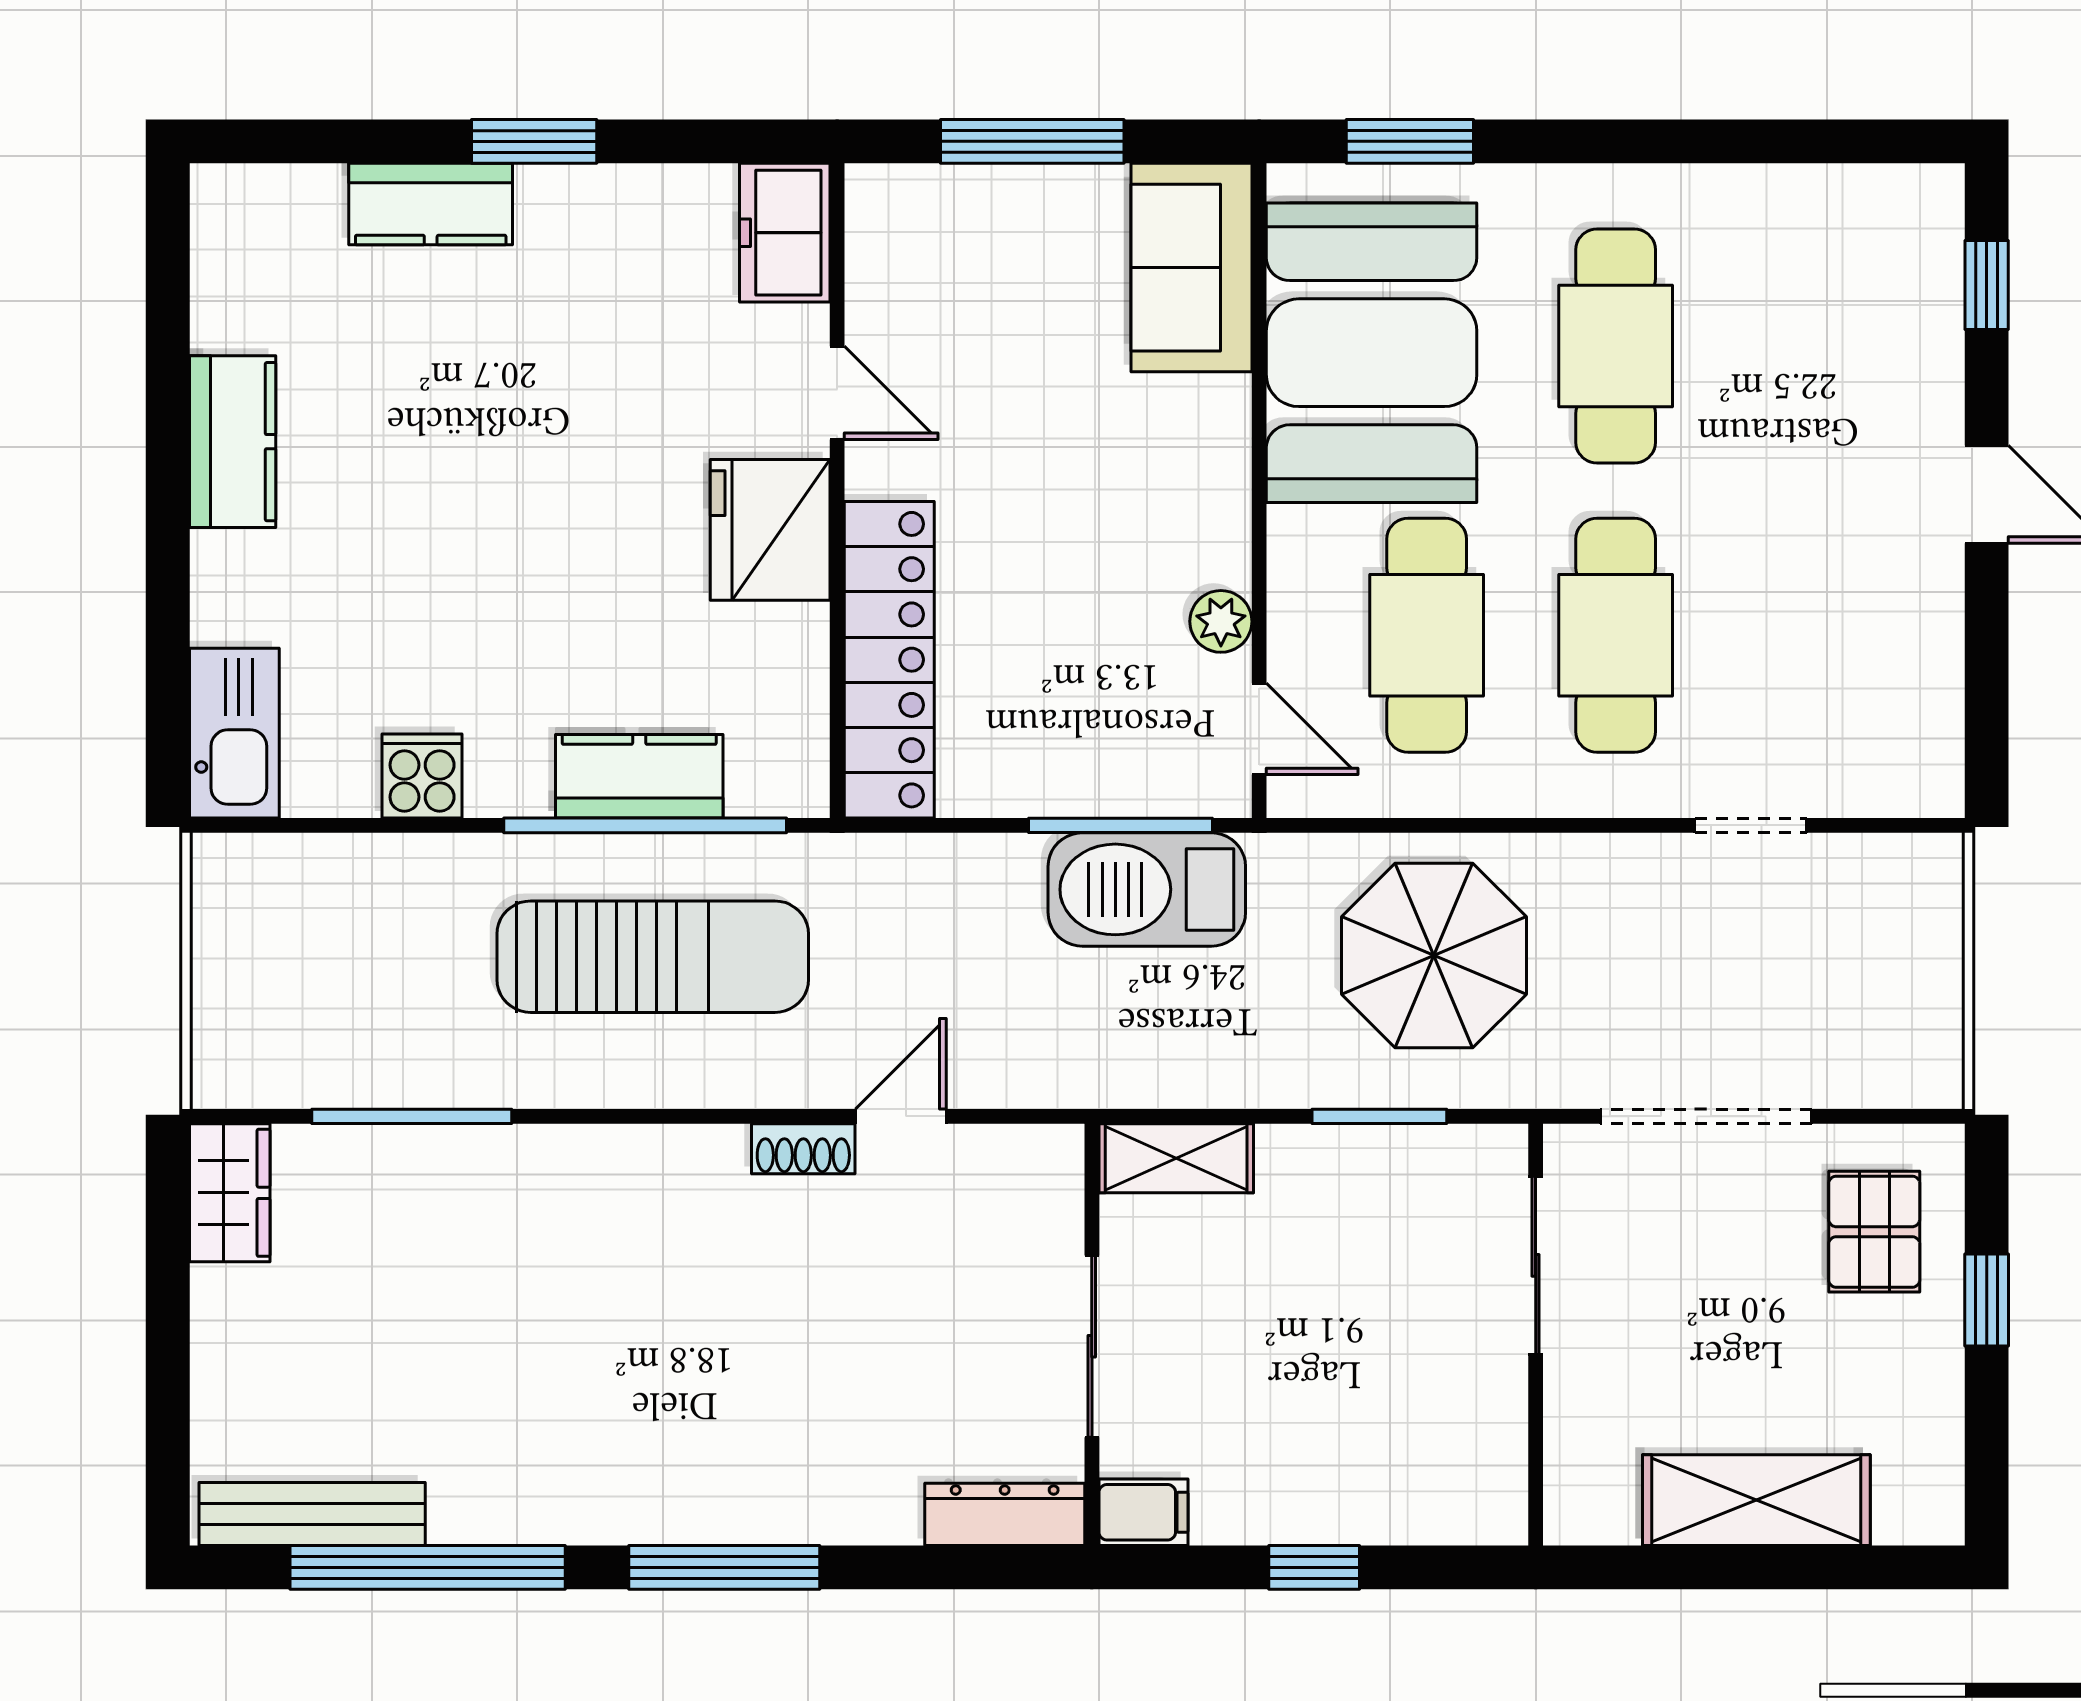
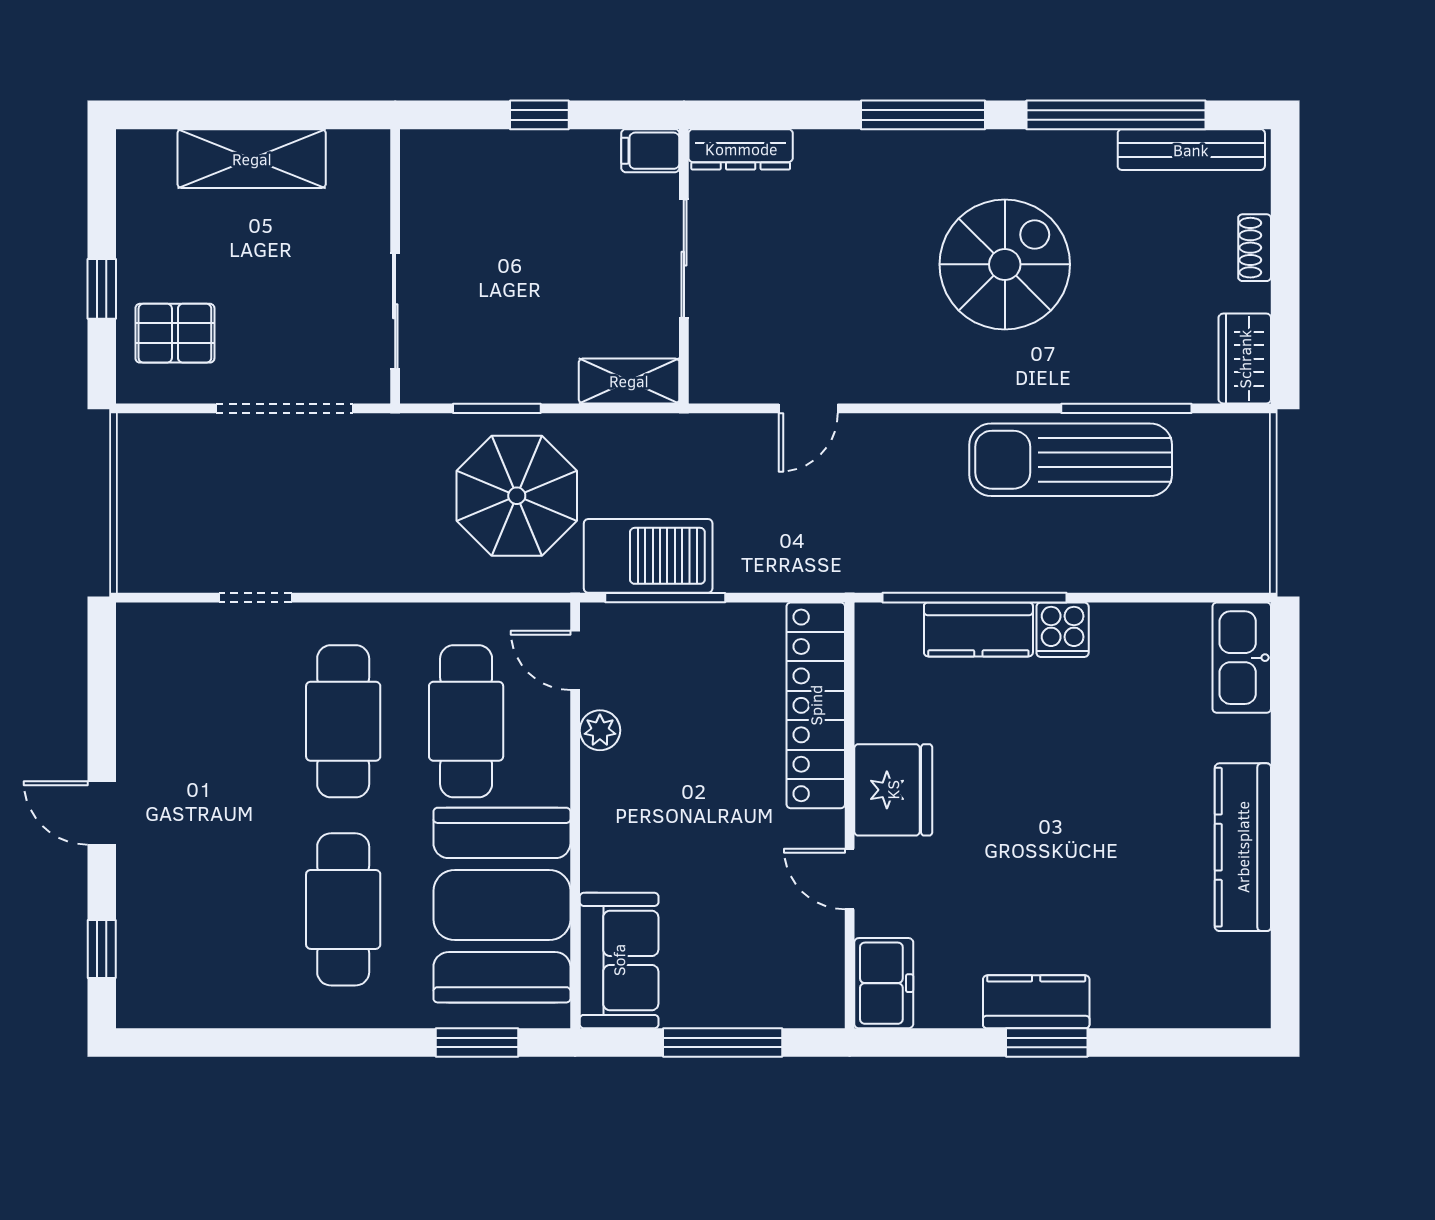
kitchen counter: (431, 204) -> (1036, 1002), moved
kitchen counter: (233, 442) -> (1243, 847), width x1.50
cooker: (422, 776) -> (1063, 630), moved
parasol: (1434, 956) -> (517, 496), moved
sun lounger: (653, 957) -> (1071, 460), moved
shoe rack: (803, 1149) -> (1255, 248), moved, turned -90
pallet: (1874, 1232) -> (175, 333), turned 90
spiral stairs: (599, 1337) -> (1005, 264), added

